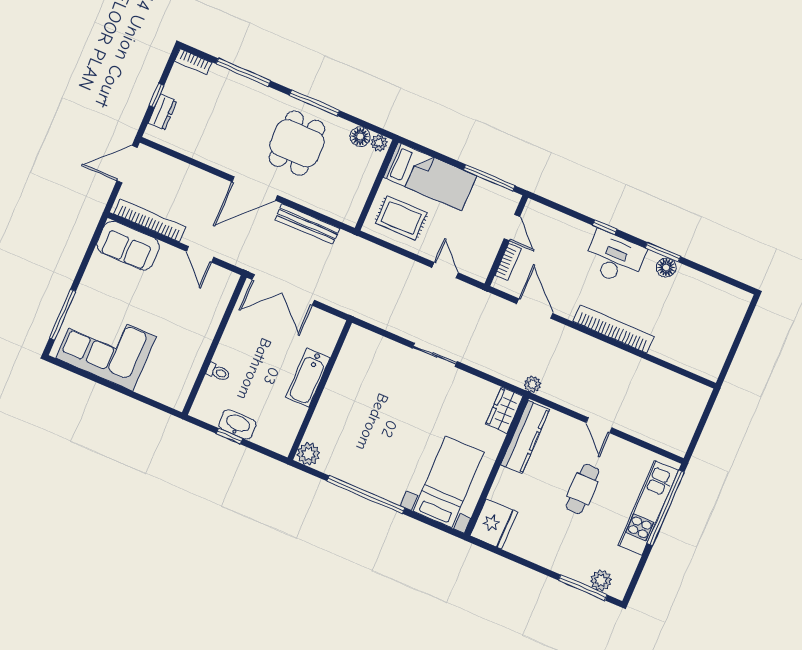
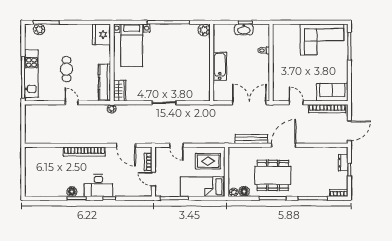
dining table: (297, 143) -> (273, 175), width x1.38

